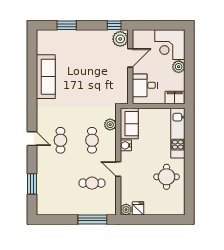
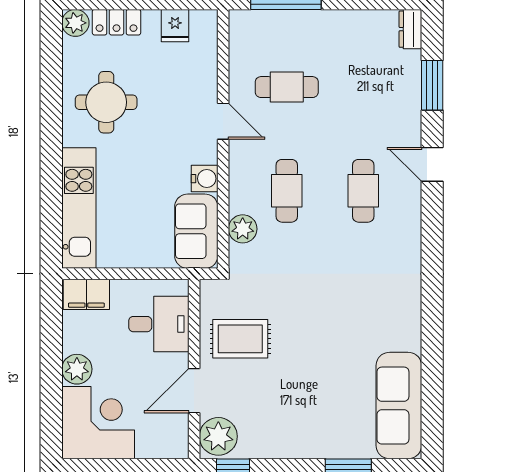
sofa: (46, 77) -> (399, 406), moved
rug: (111, 79) -> (240, 339), added
door: (32, 139) -> (432, 164), moved
dresser: (41, 207) -> (410, 29), added
plant: (126, 210) -> (75, 23), moved
locker: (162, 210) -> (117, 22), added

